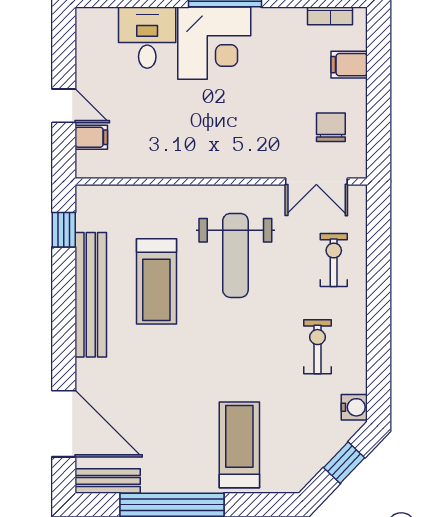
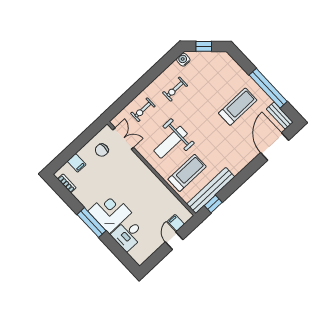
weight bench: (235, 255) -> (171, 142), turned 180
treadmill: (156, 281) -> (187, 173), moved
bench: (91, 295) -> (211, 190), moved
treadmill: (239, 445) -> (238, 107), moved, turned 180

